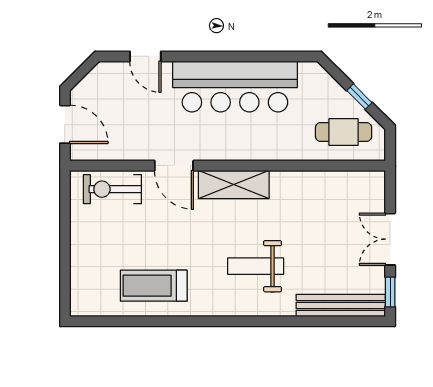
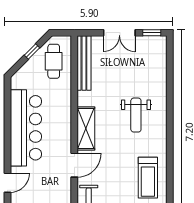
bench: (341, 305) -> (84, 63), moved

